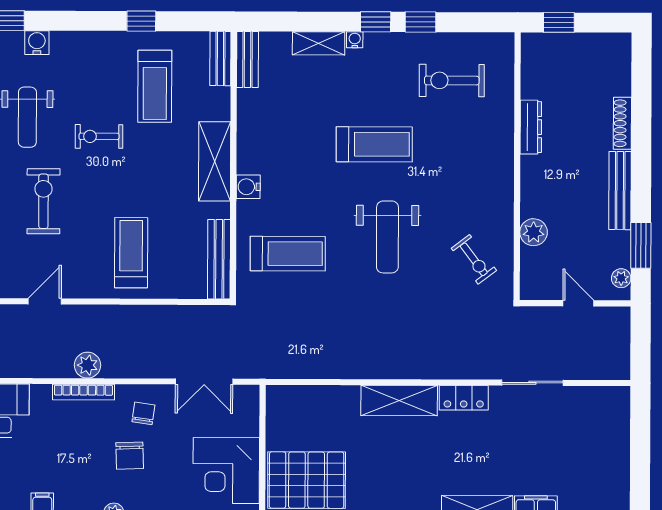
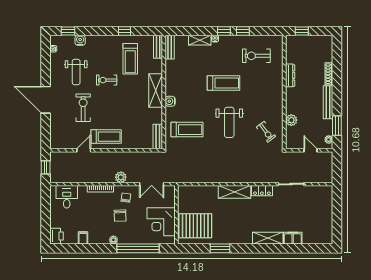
treadmill: (131, 253) -> (106, 137), moved, turned 90
bench: (219, 259) -> (158, 137), width x0.73
plant: (87, 365) -> (121, 177), moved

